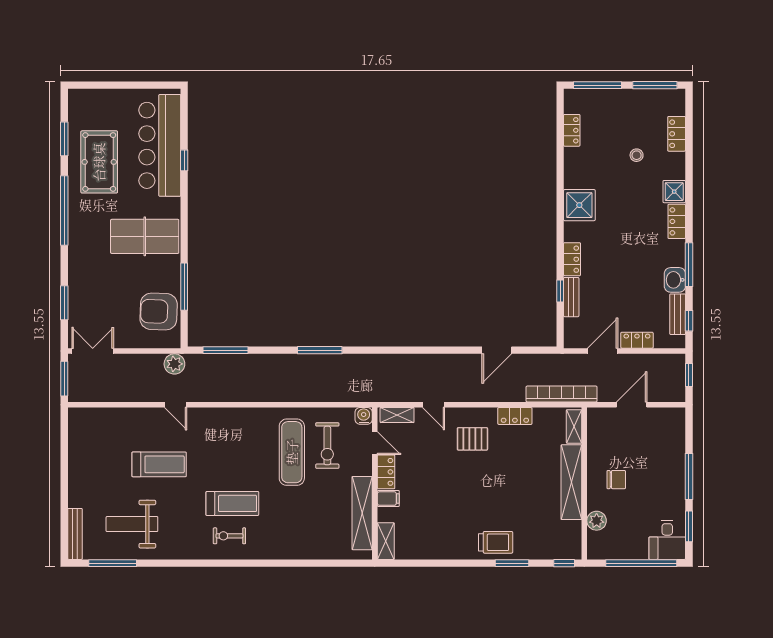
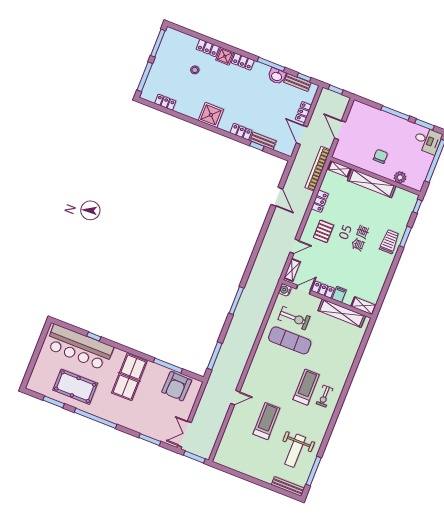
locker: (677, 134) -> (208, 48), moved
plant: (174, 364) -> (211, 389), removed

